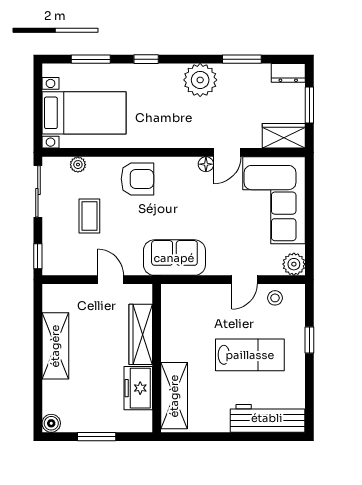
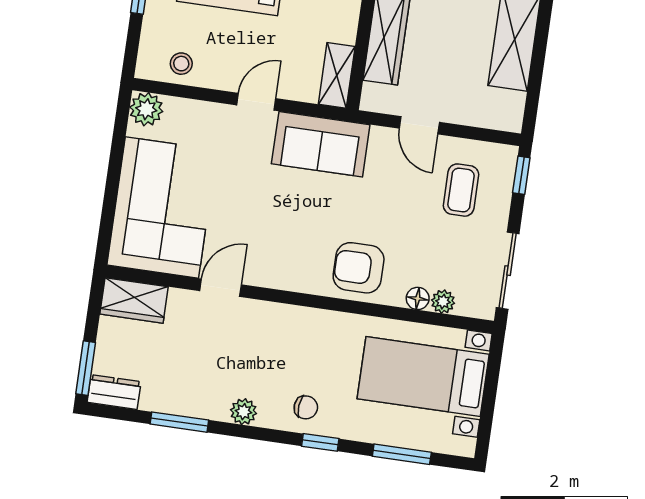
plant: (200, 80) -> (244, 412), width x0.53, depth x0.53
chair: (159, 81) -> (306, 407), added
window: (309, 105) -> (86, 368), moved
floor lamp: (206, 164) -> (418, 298), moved
coffee table: (89, 216) -> (461, 190), moved
door: (244, 280) -> (256, 102), moved
shelving: (170, 305) -> (337, 75), added

